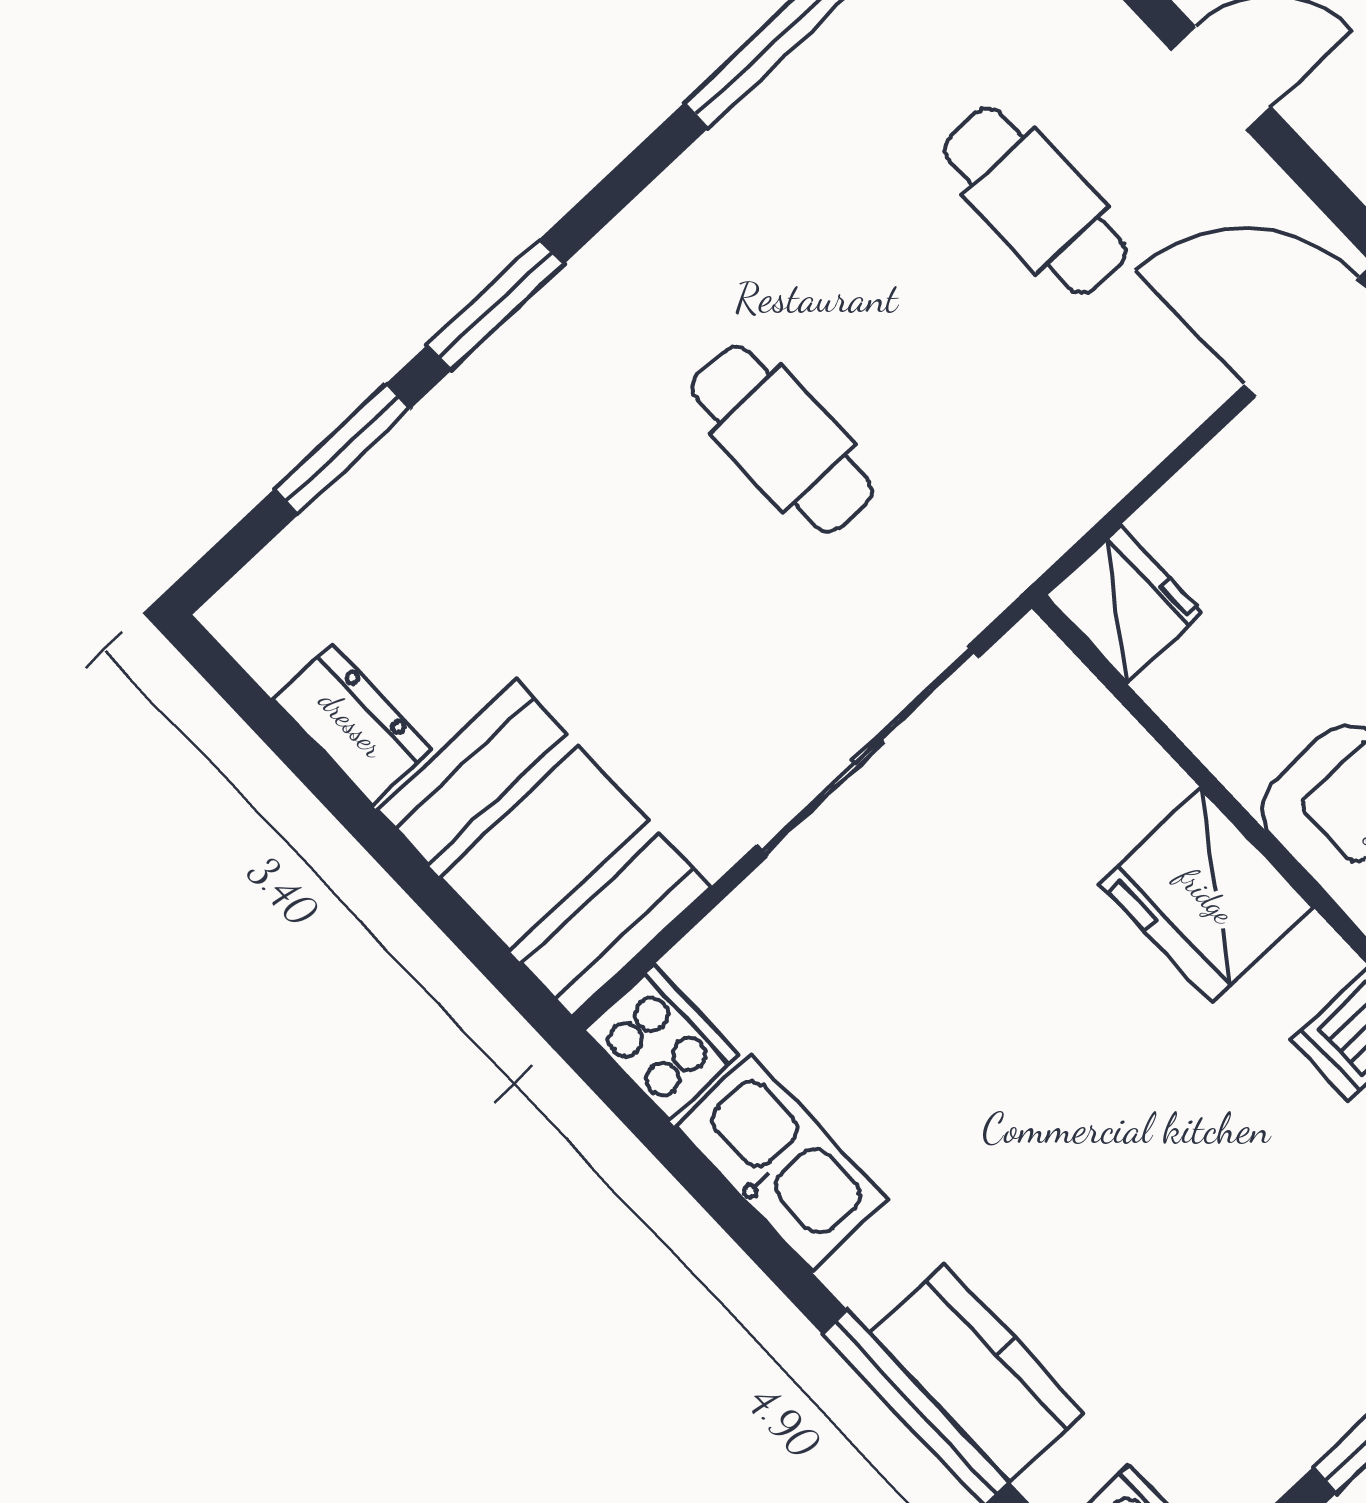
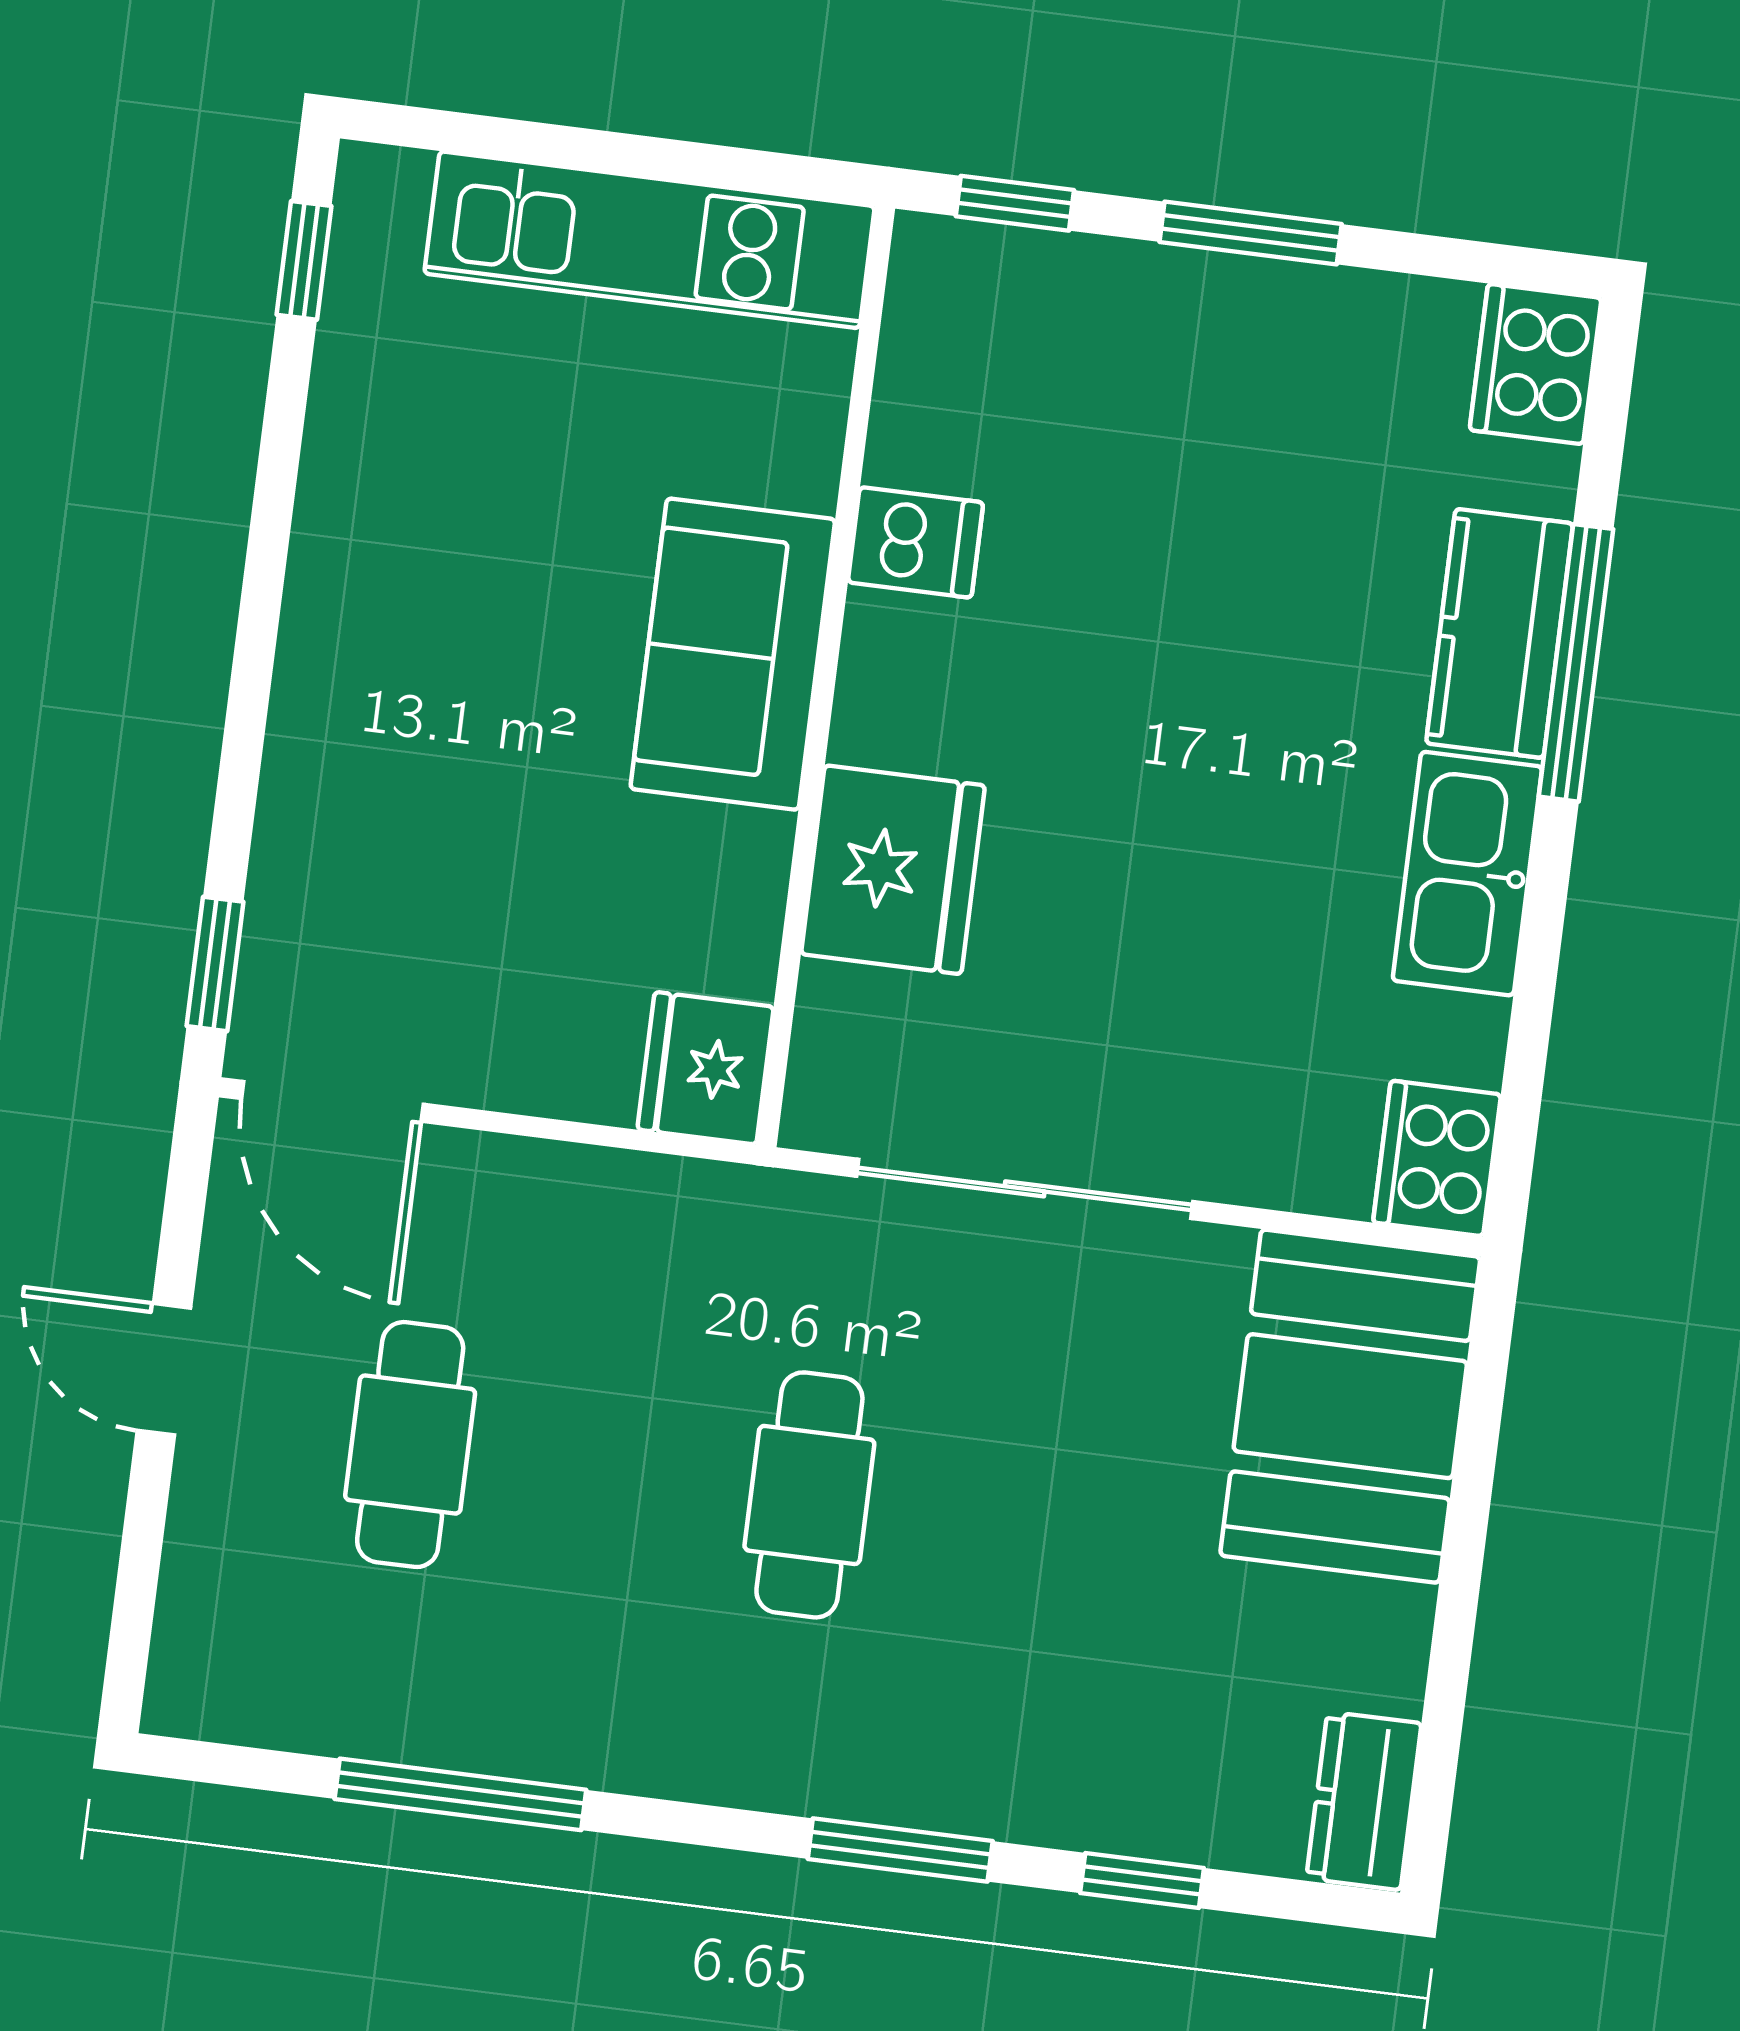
window: (342, 449) -> (1142, 1881), width x0.67
dresser: (352, 724) -> (1364, 1801), moved
fridge: (1206, 895) -> (893, 870), moved
kitchen sink: (781, 1162) -> (1467, 874), moved

